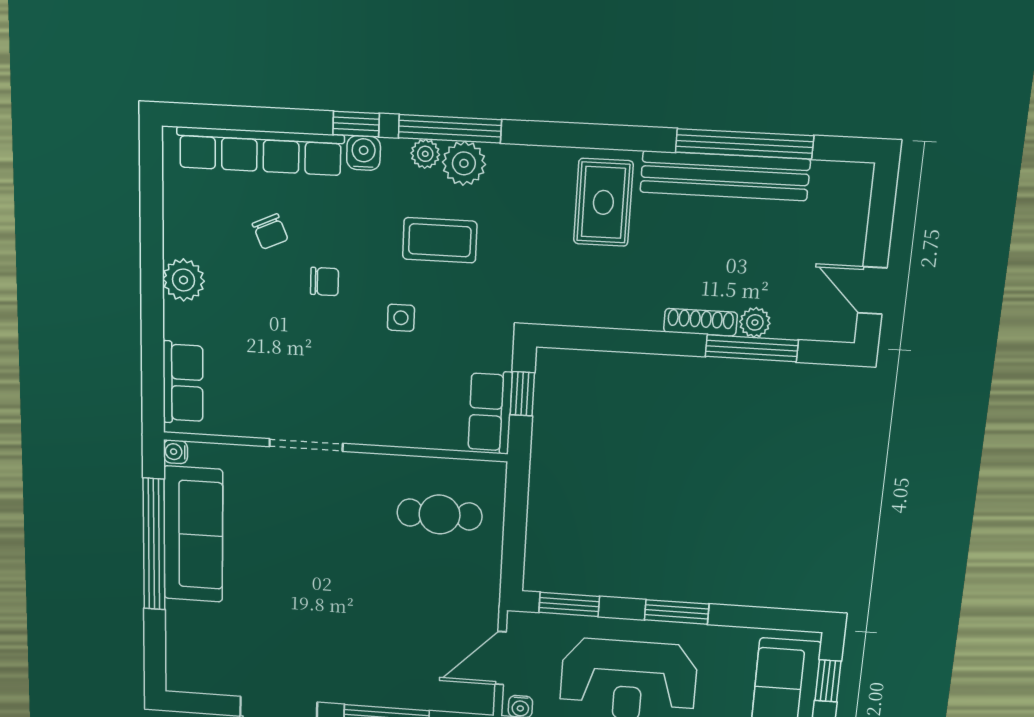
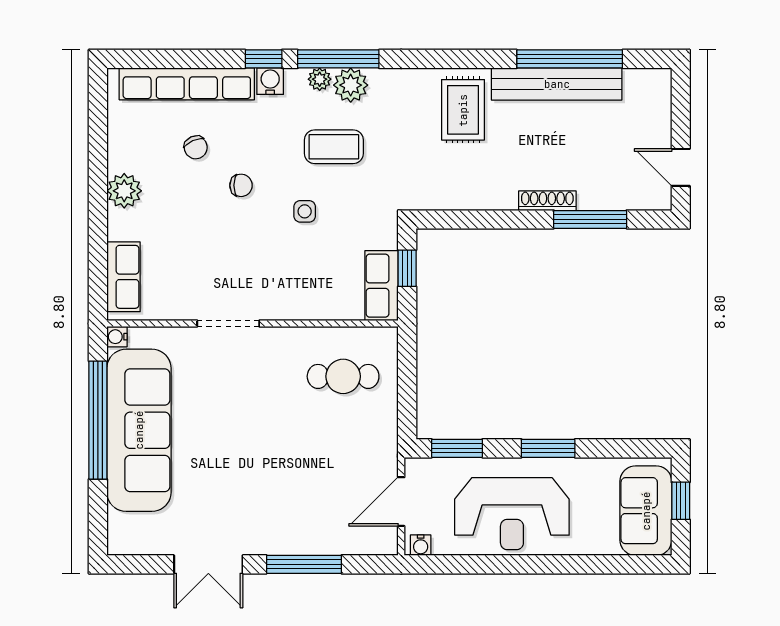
plant: (755, 322) -> (591, 198), removed
sofa: (193, 534) -> (139, 430), width x1.36, depth x1.27

